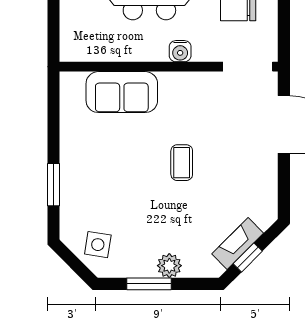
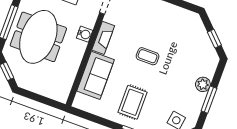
rug: (101, 165) -> (132, 102), added
fireplace: (238, 244) -> (103, 38), moved, turned -135

